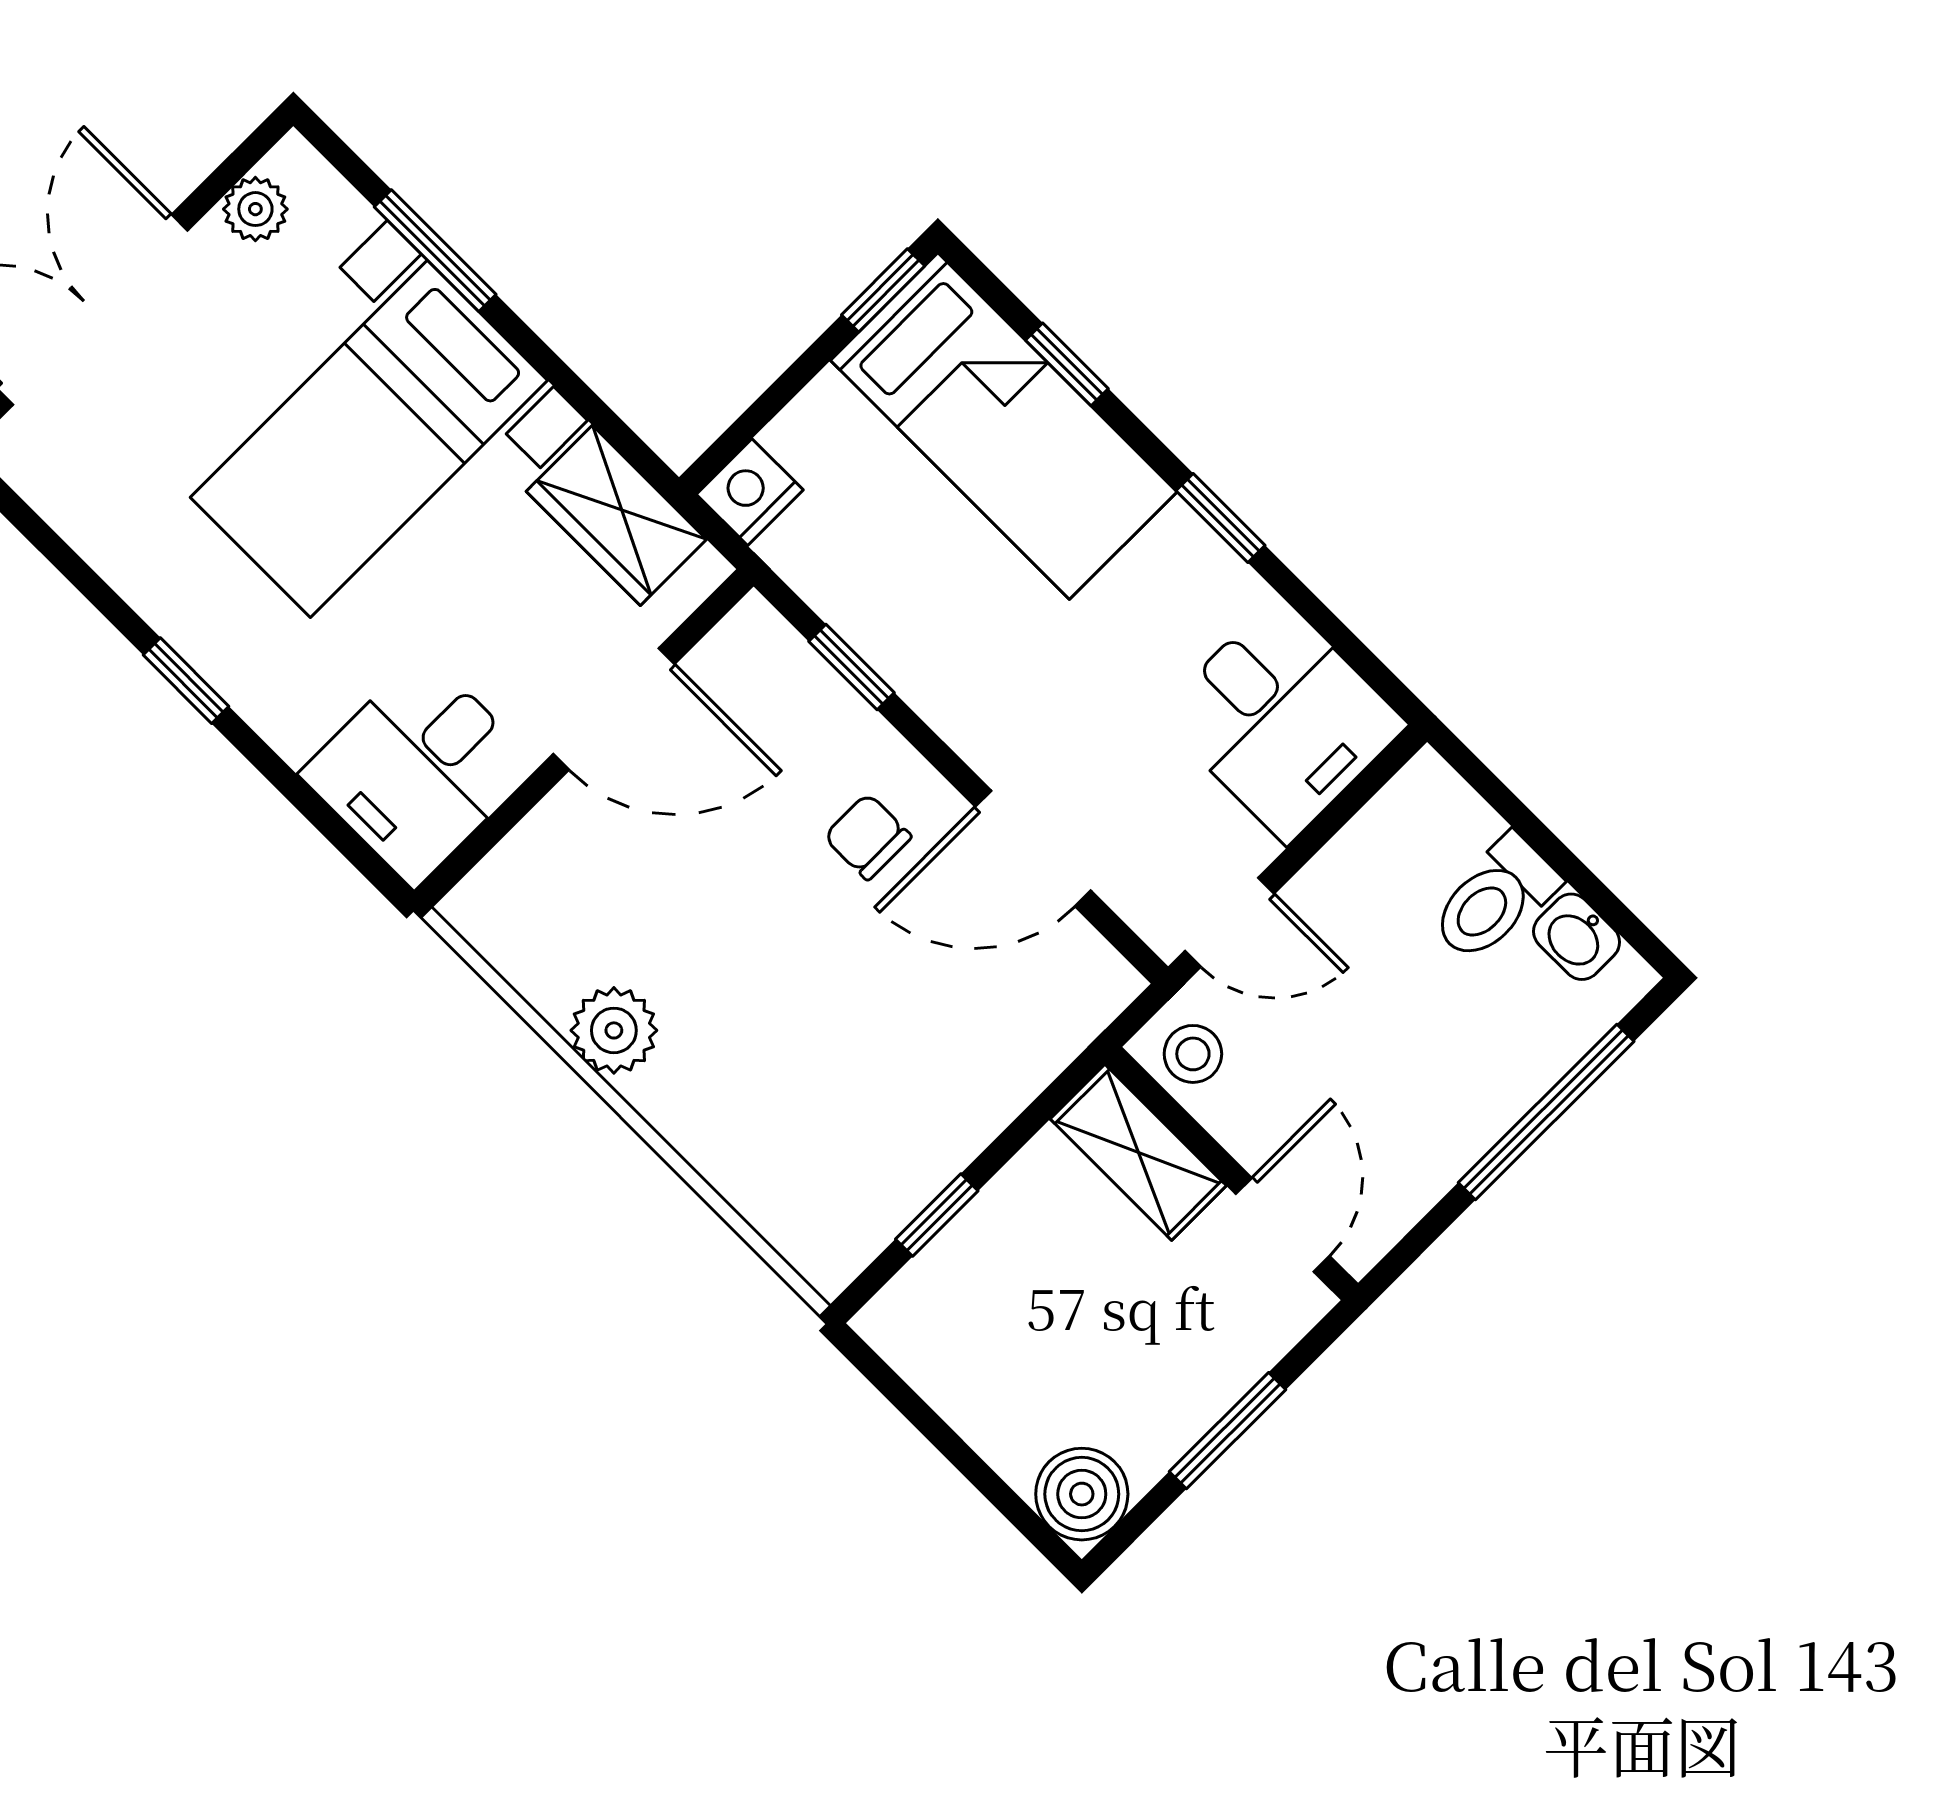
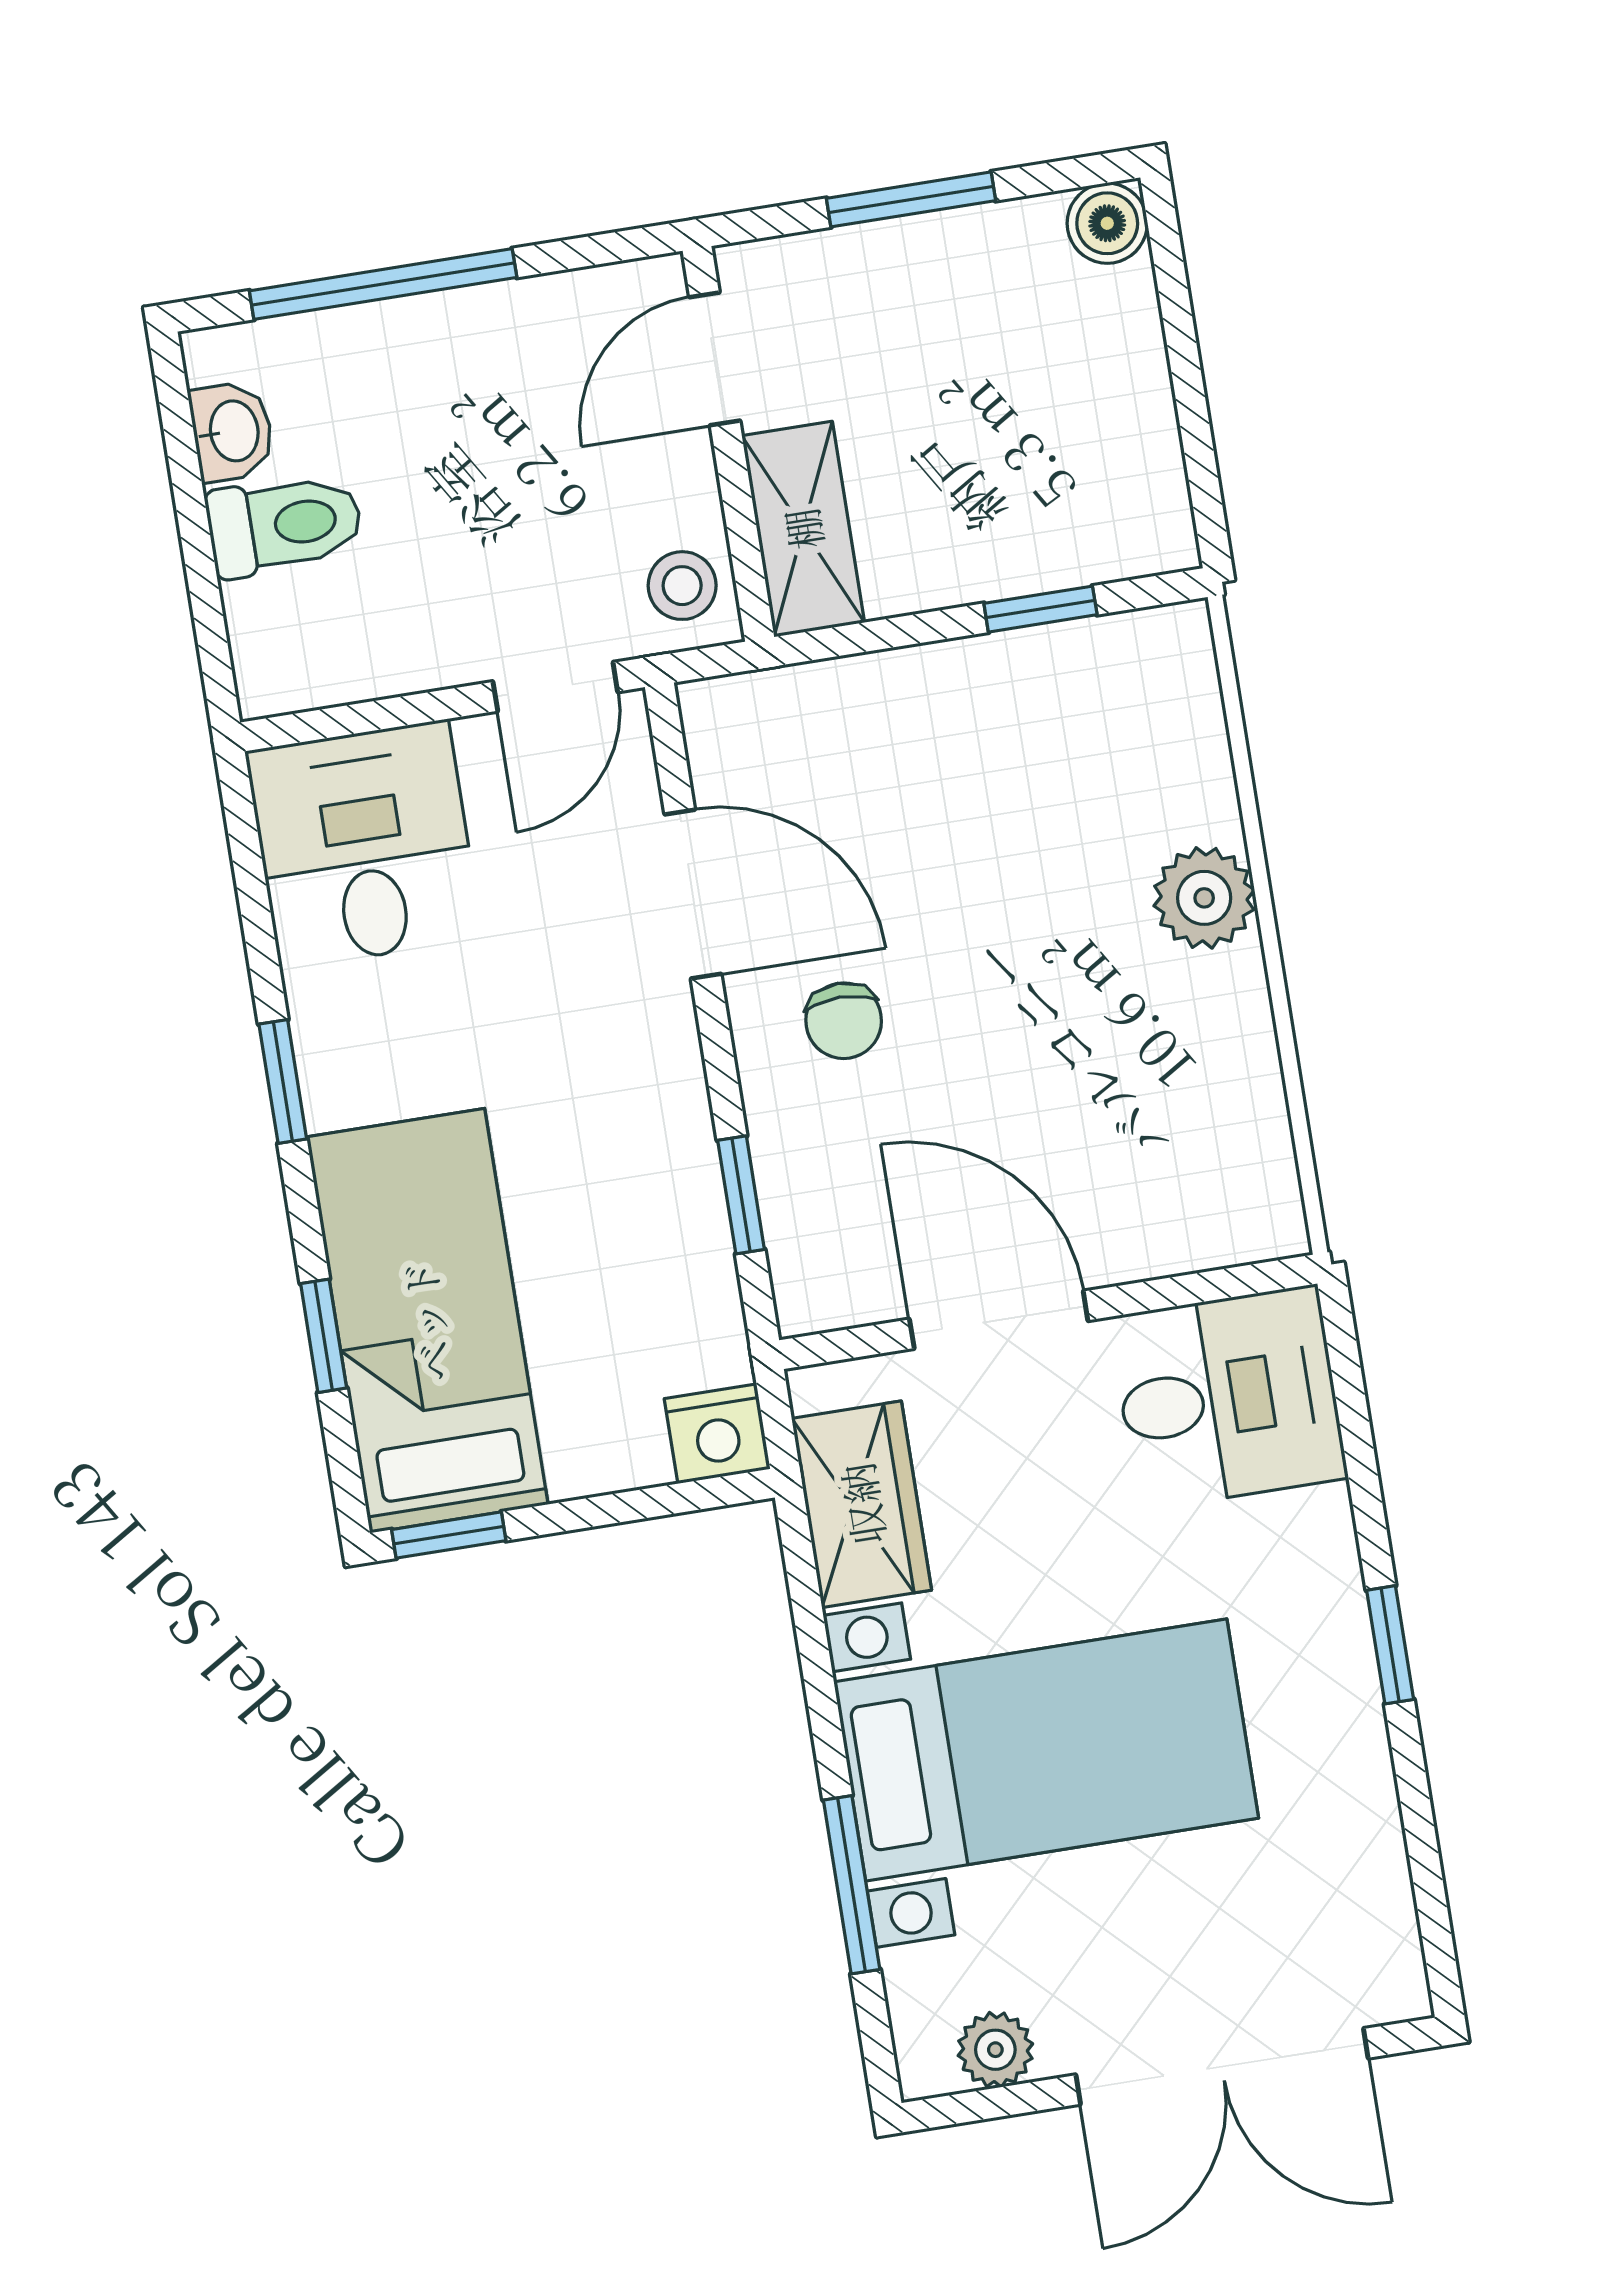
door: (1230, 922) -> (555, 687), swing flipped
plant: (614, 1030) -> (1204, 898), moved
boiler: (1082, 1494) -> (1107, 223), width x0.73, depth x0.73

